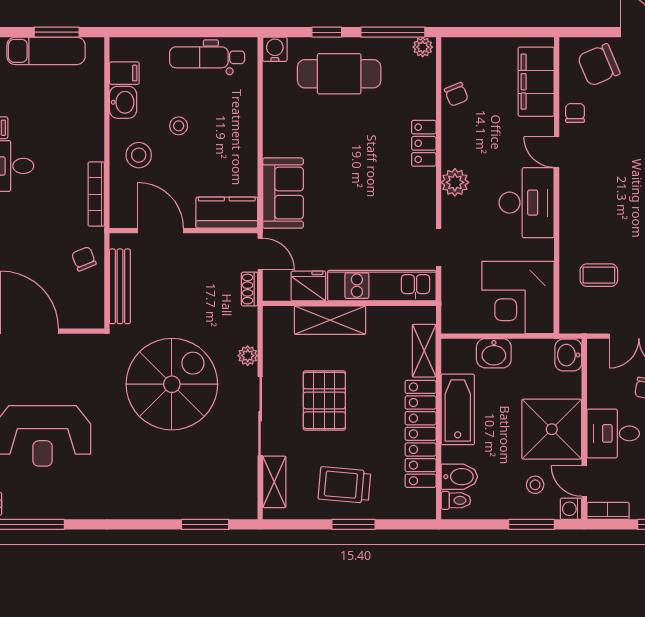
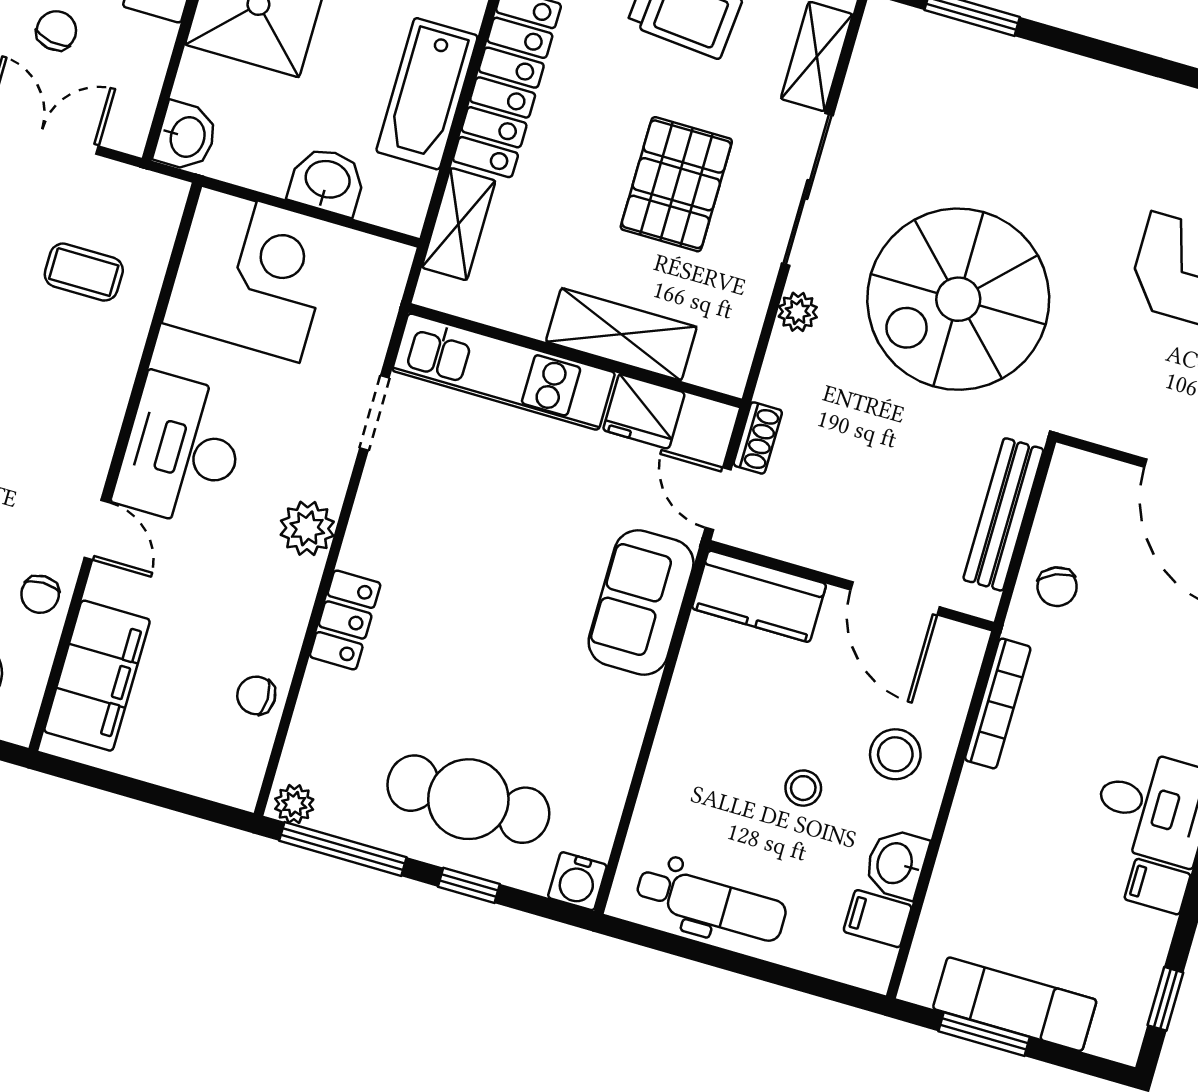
chair: (456, 94) -> (256, 695), turned -68

